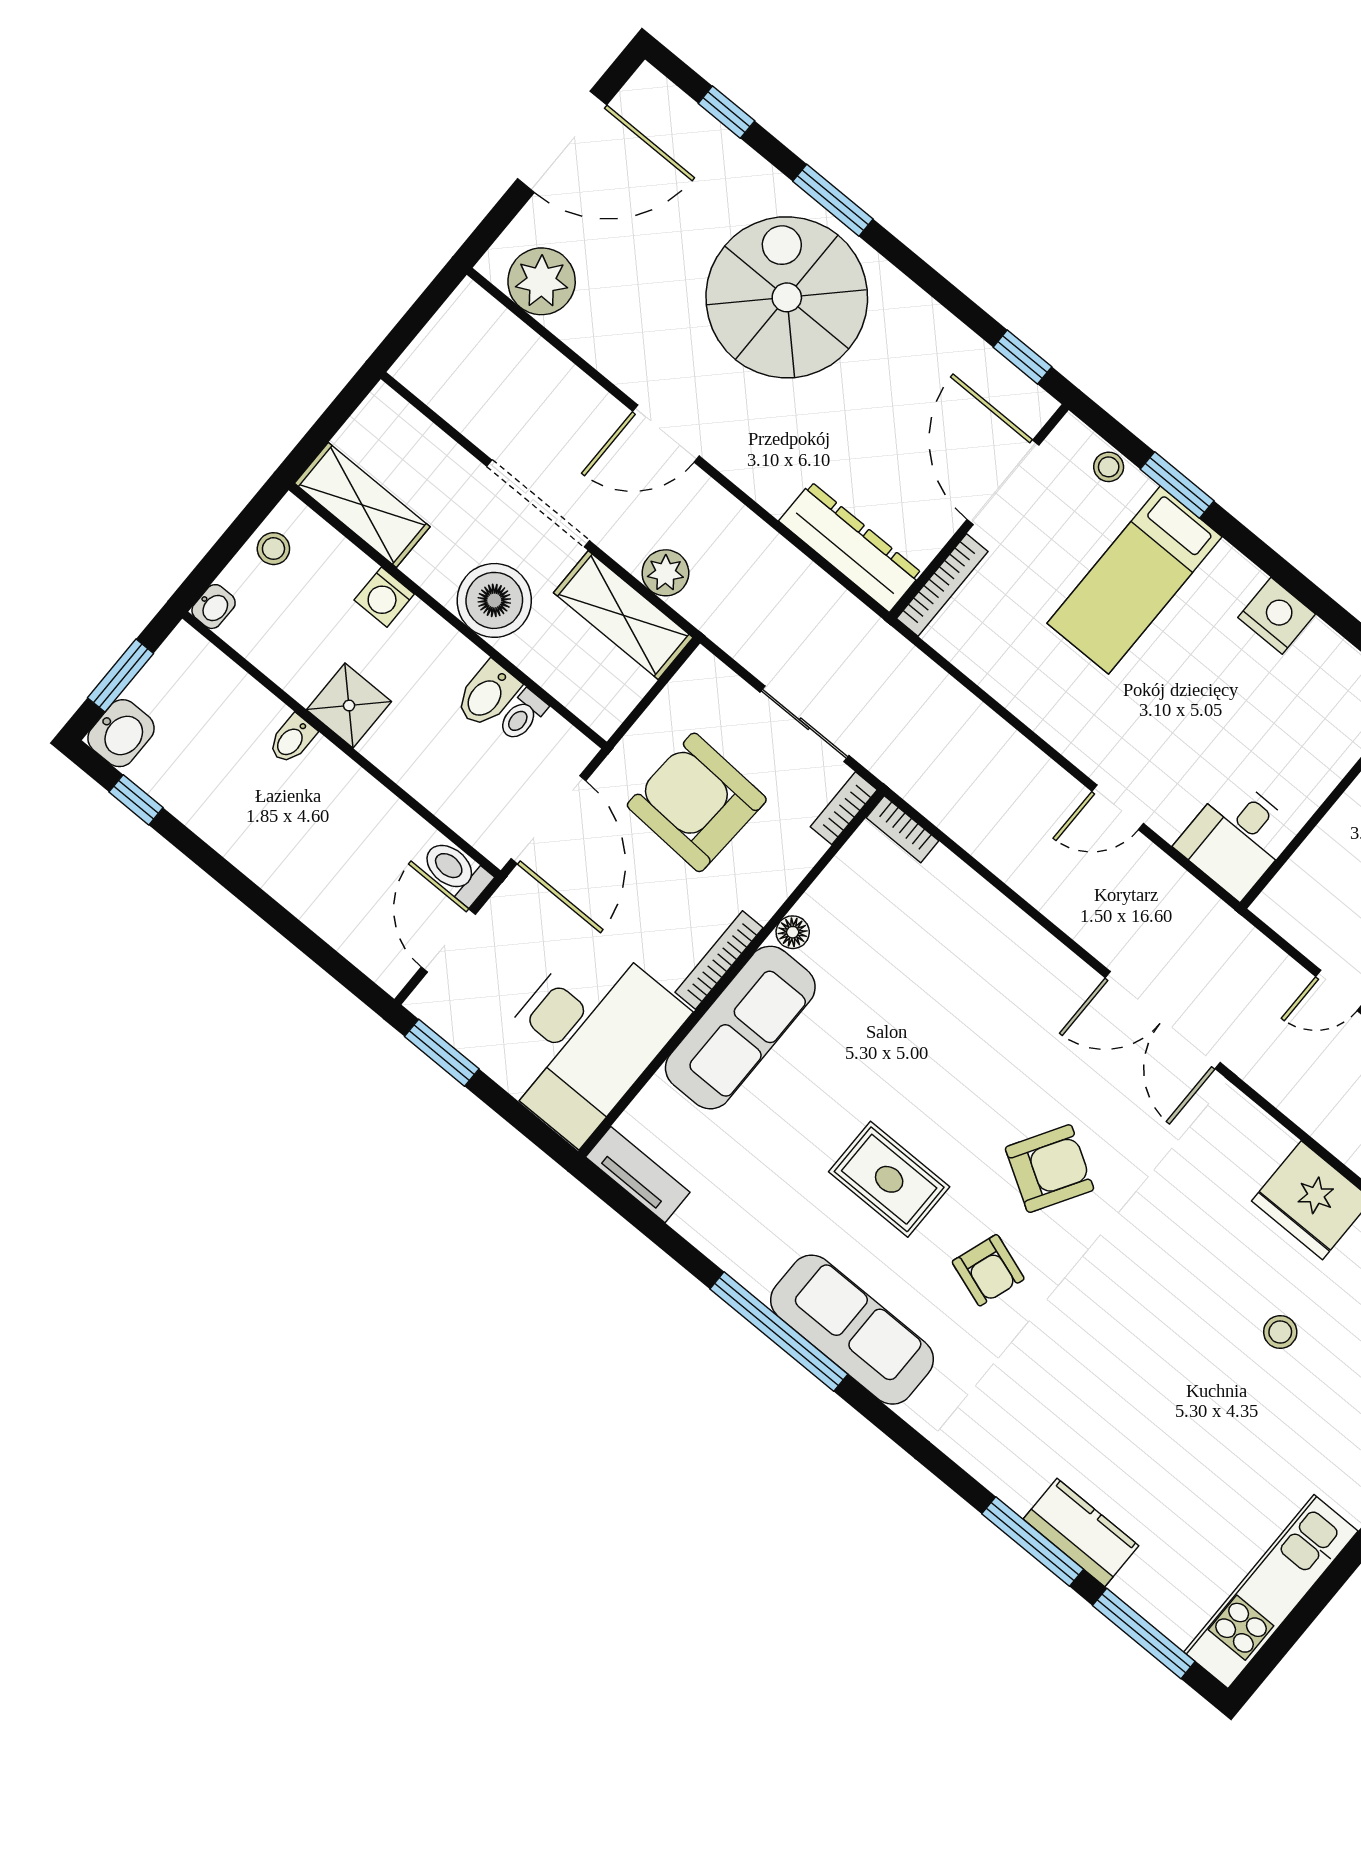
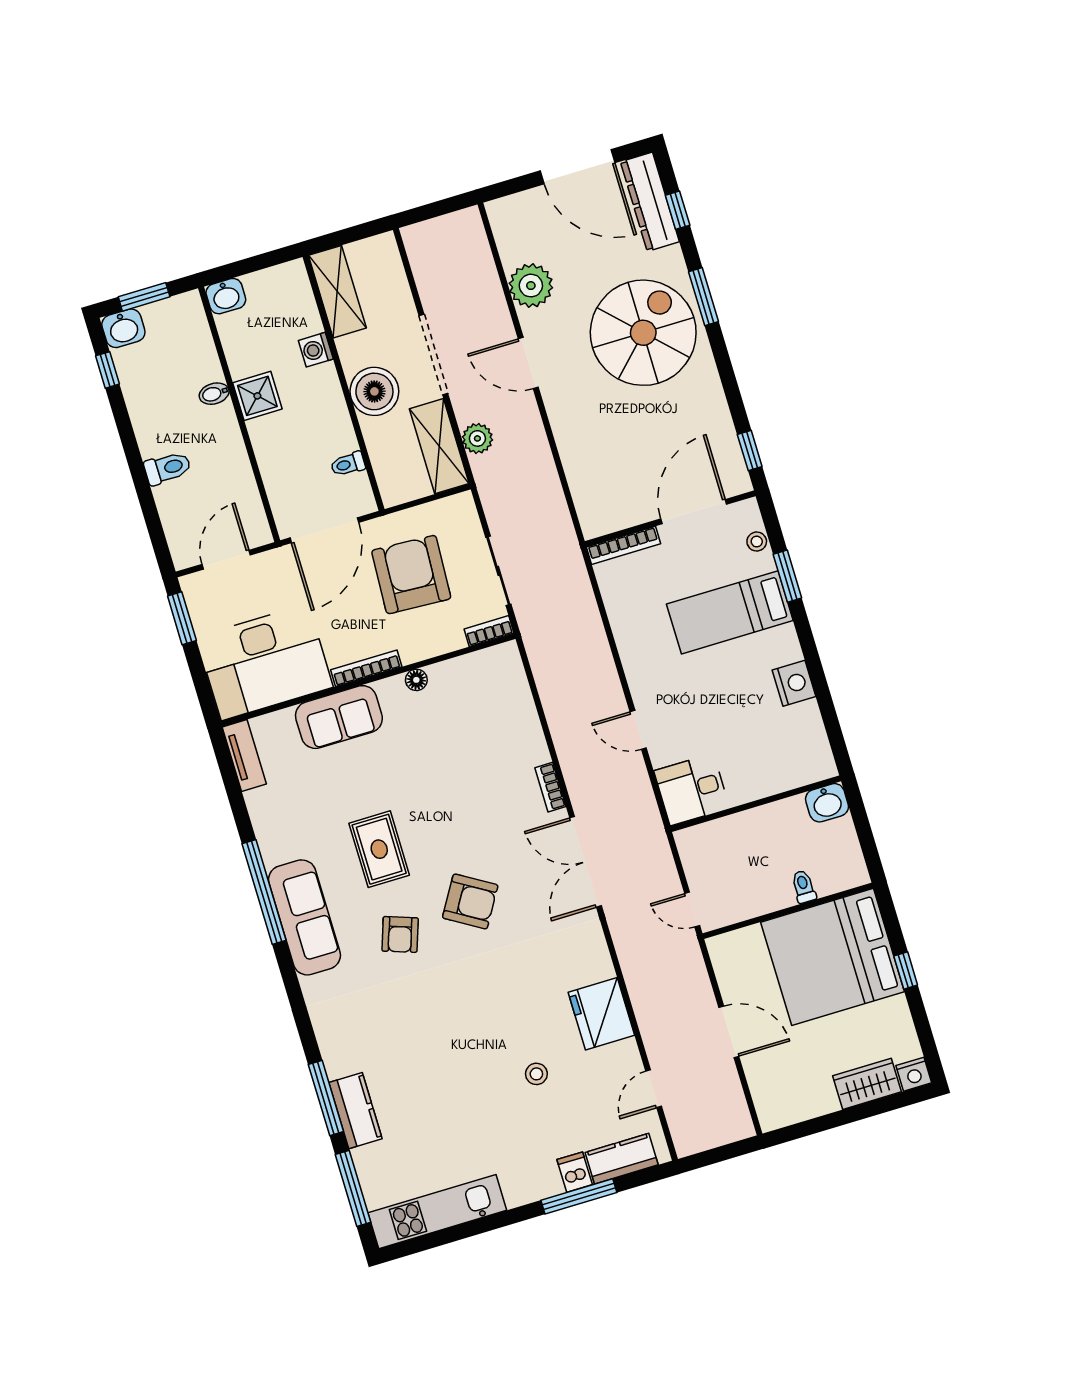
plant: (542, 281) -> (531, 286), moved
dresser: (850, 547) -> (650, 202), moved, turned 180
stool: (273, 549) -> (273, 283), removed
washbasin: (214, 607) -> (226, 296), width x1.38, depth x1.45
bidet: (487, 695) -> (336, 440), removed
bookcase: (903, 829) -> (550, 787), moved
toilet: (456, 872) -> (168, 468), moved, turned 90
sofa: (740, 1028) -> (339, 717), width x0.73

